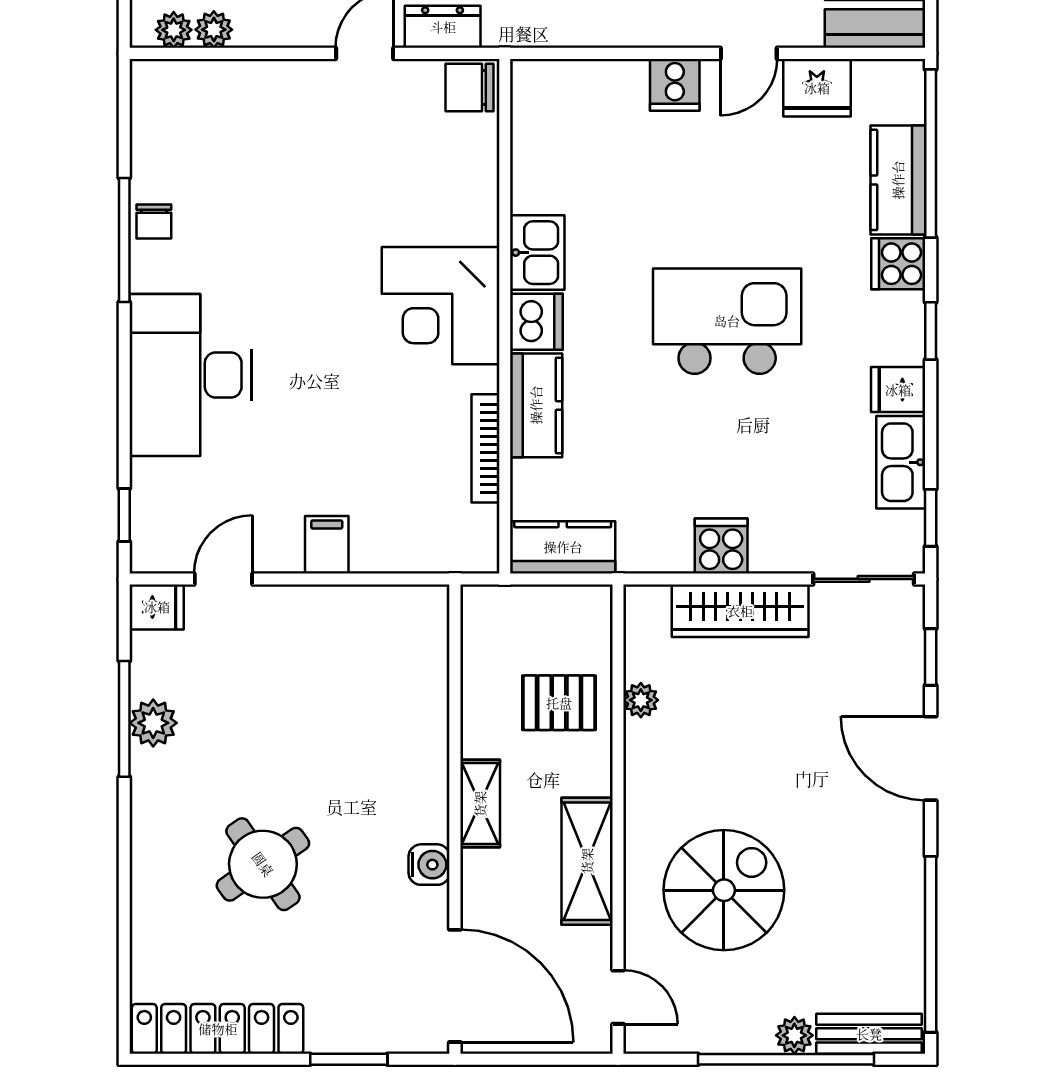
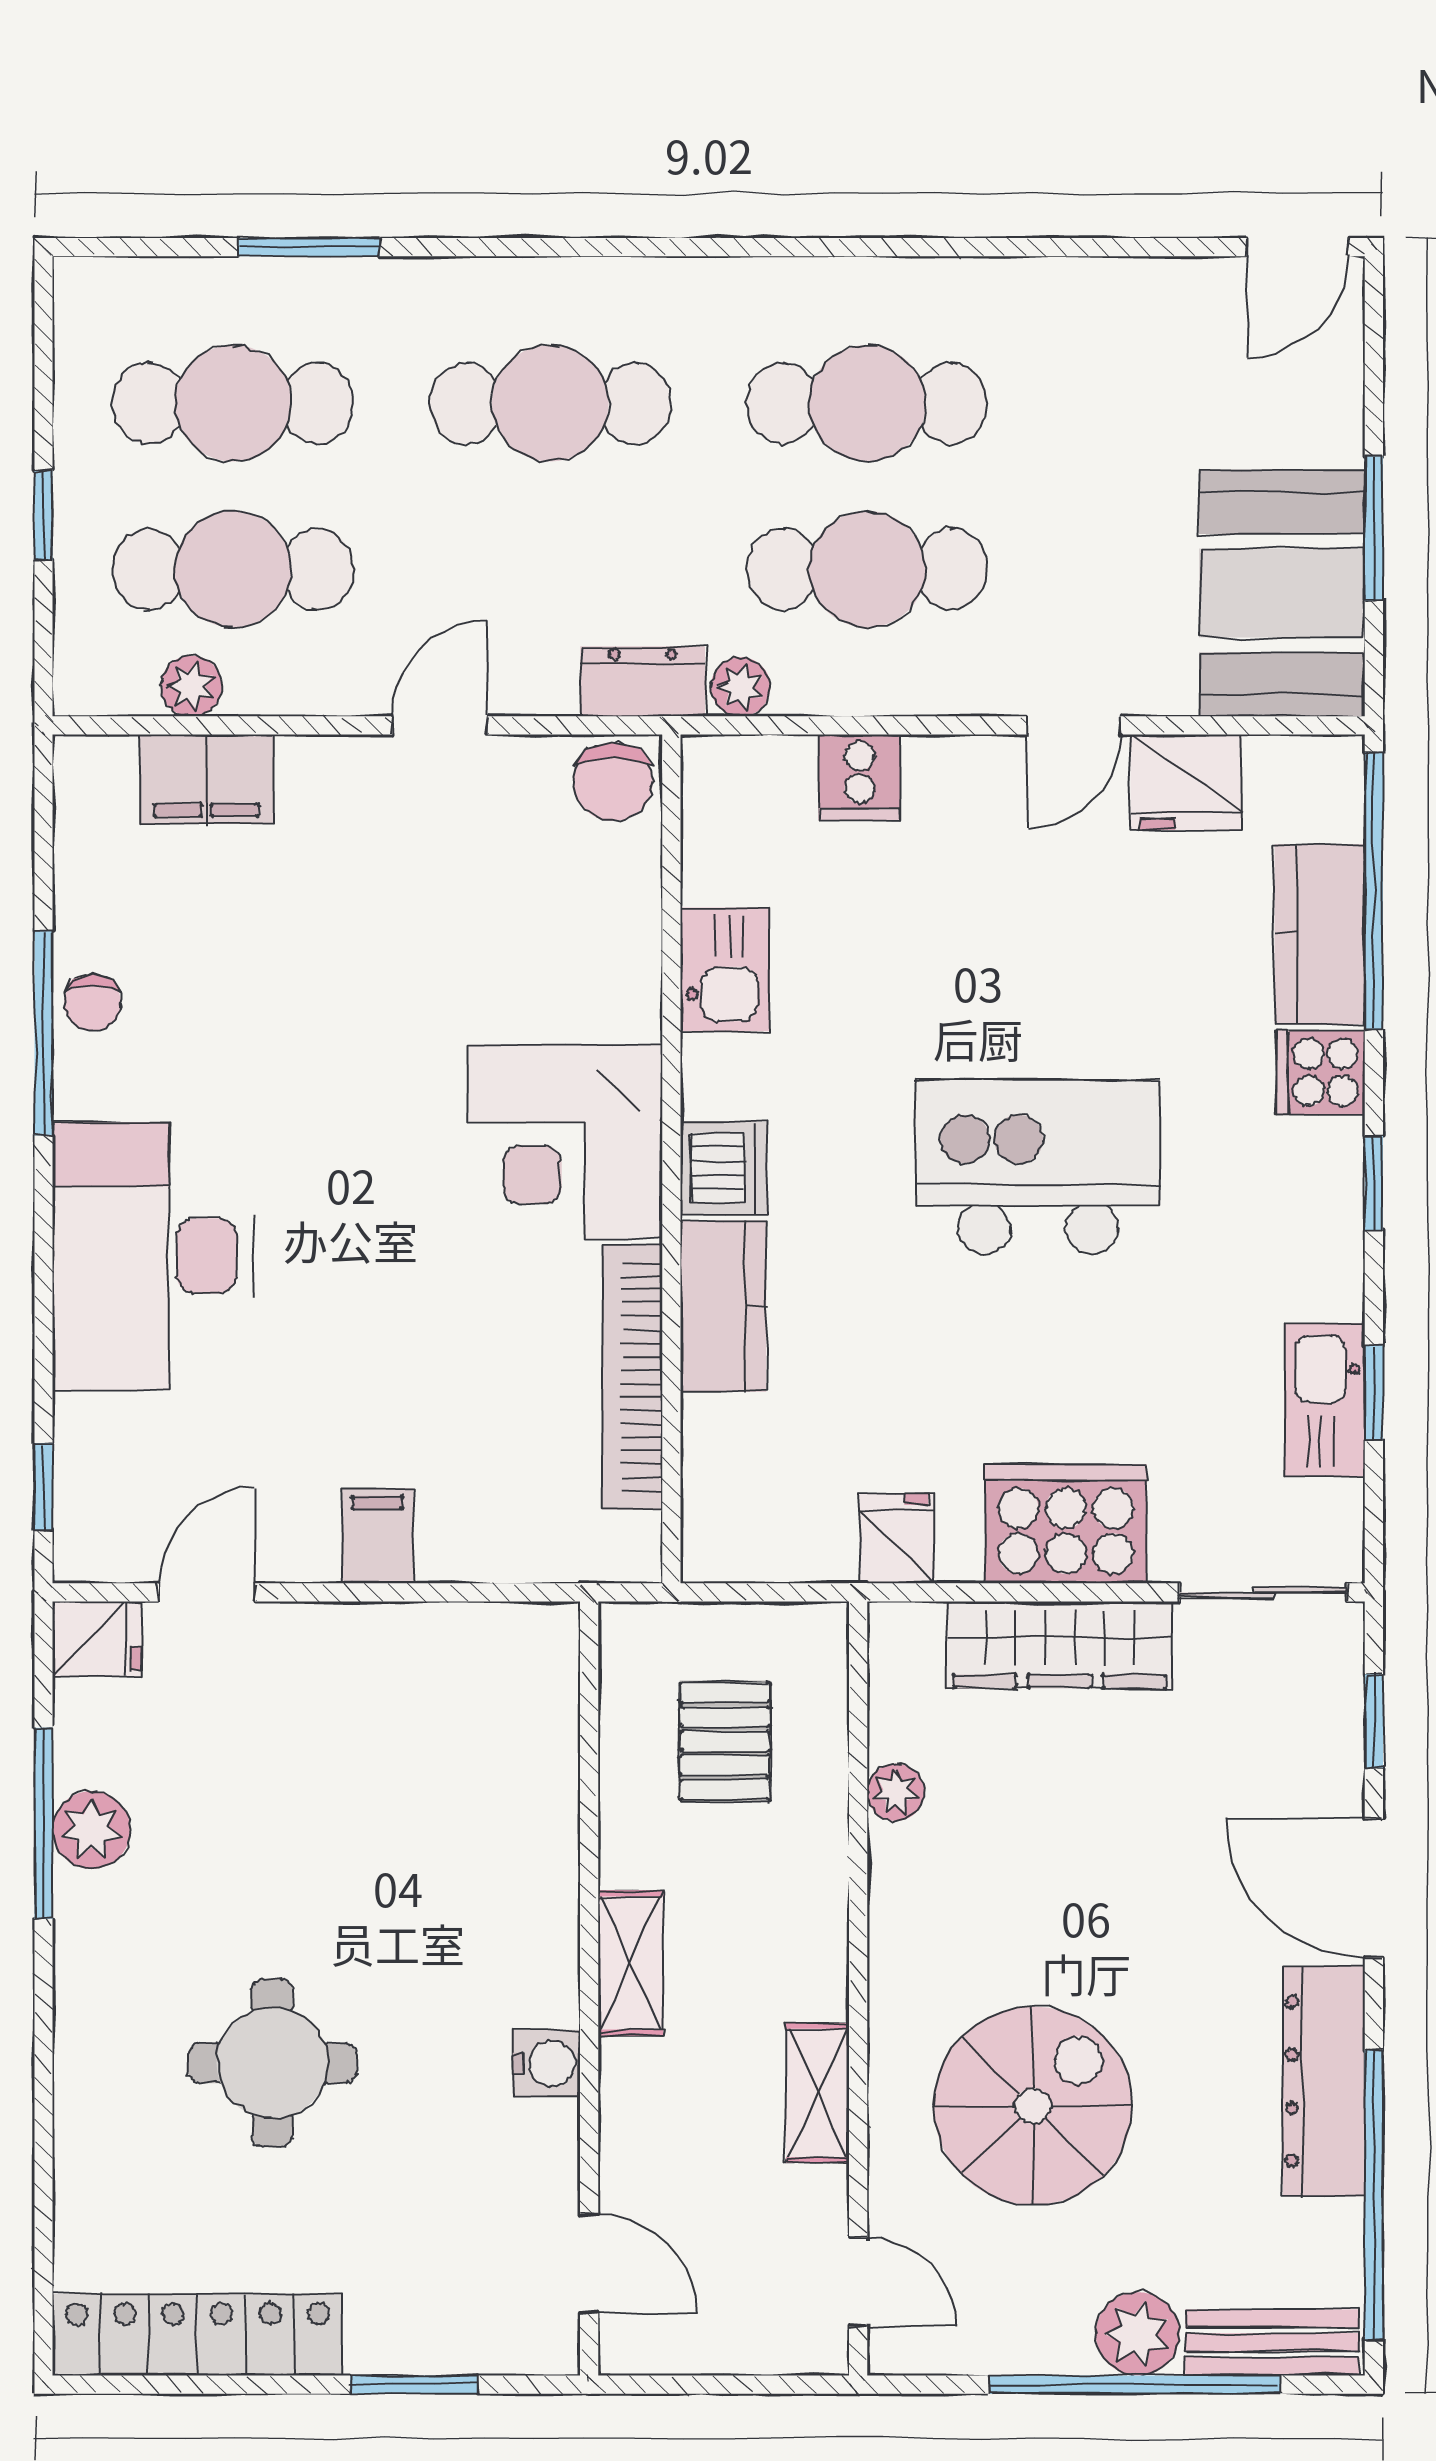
dresser: (443, 27) -> (643, 681), moved
plant: (174, 30) -> (741, 687), moved
cooker: (675, 85) -> (859, 777), moved
filing cabinet: (223, 86) -> (206, 779), added
chair: (470, 88) -> (613, 782), turned -90
kitchen sink: (537, 253) -> (725, 969), moved
fridge: (898, 390) -> (897, 1539), moved, turned 90
bookcase: (485, 448) -> (632, 1377), width x1.48, depth x1.31
window: (931, 518) -> (1374, 1392), moved
cooker: (721, 546) -> (1066, 1524), width x1.87, depth x1.31
kitchen counter: (563, 547) -> (767, 1540), removed
pallet: (559, 703) -> (725, 1741), moved, turned 90
shelving: (587, 861) -> (818, 2093), width x0.67, depth x0.75
round table: (263, 864) -> (272, 2063), turned 35
dresser: (900, 875) -> (1324, 2081), added
door: (455, 986) -> (589, 2264), width x0.53
plant: (794, 1035) -> (1138, 2334), width x1.38, depth x1.38

